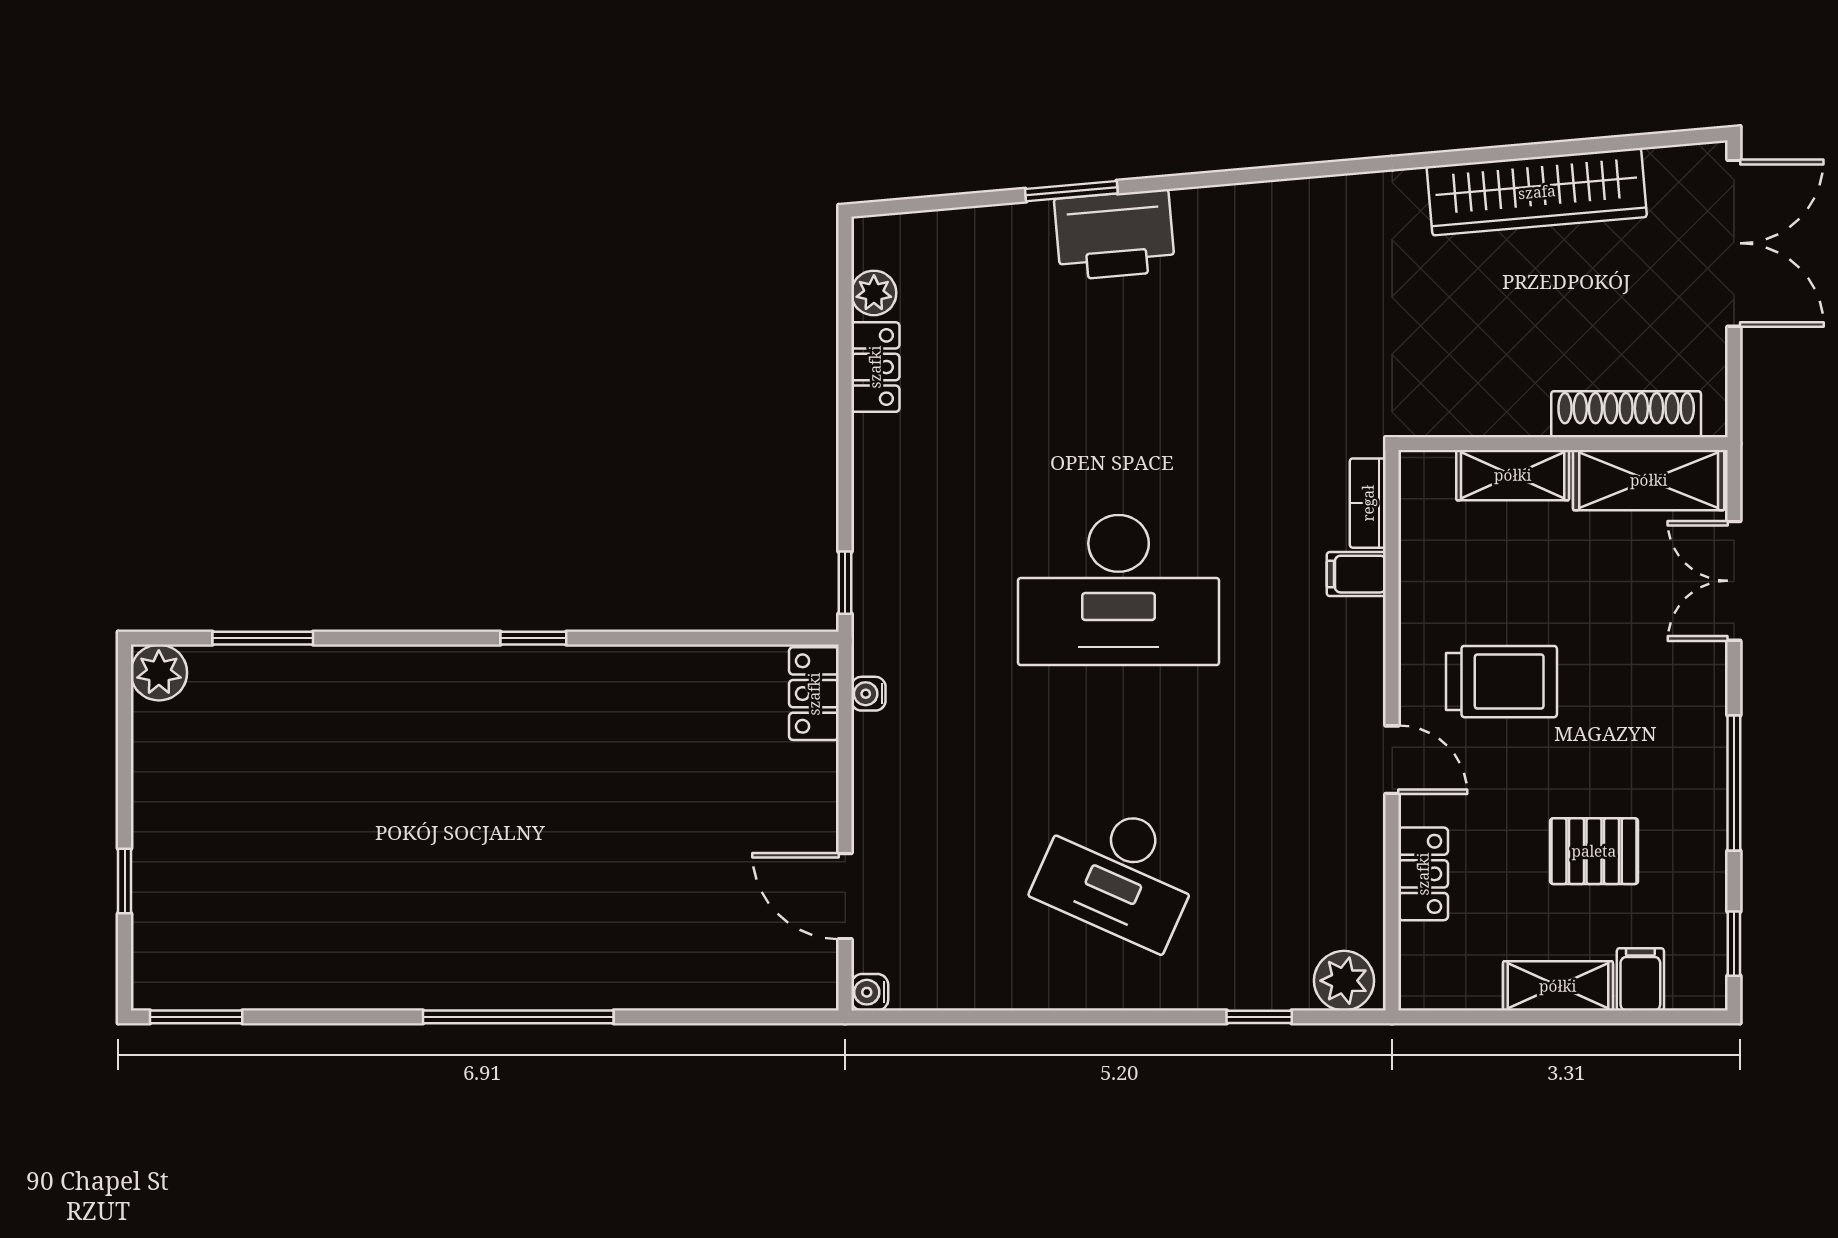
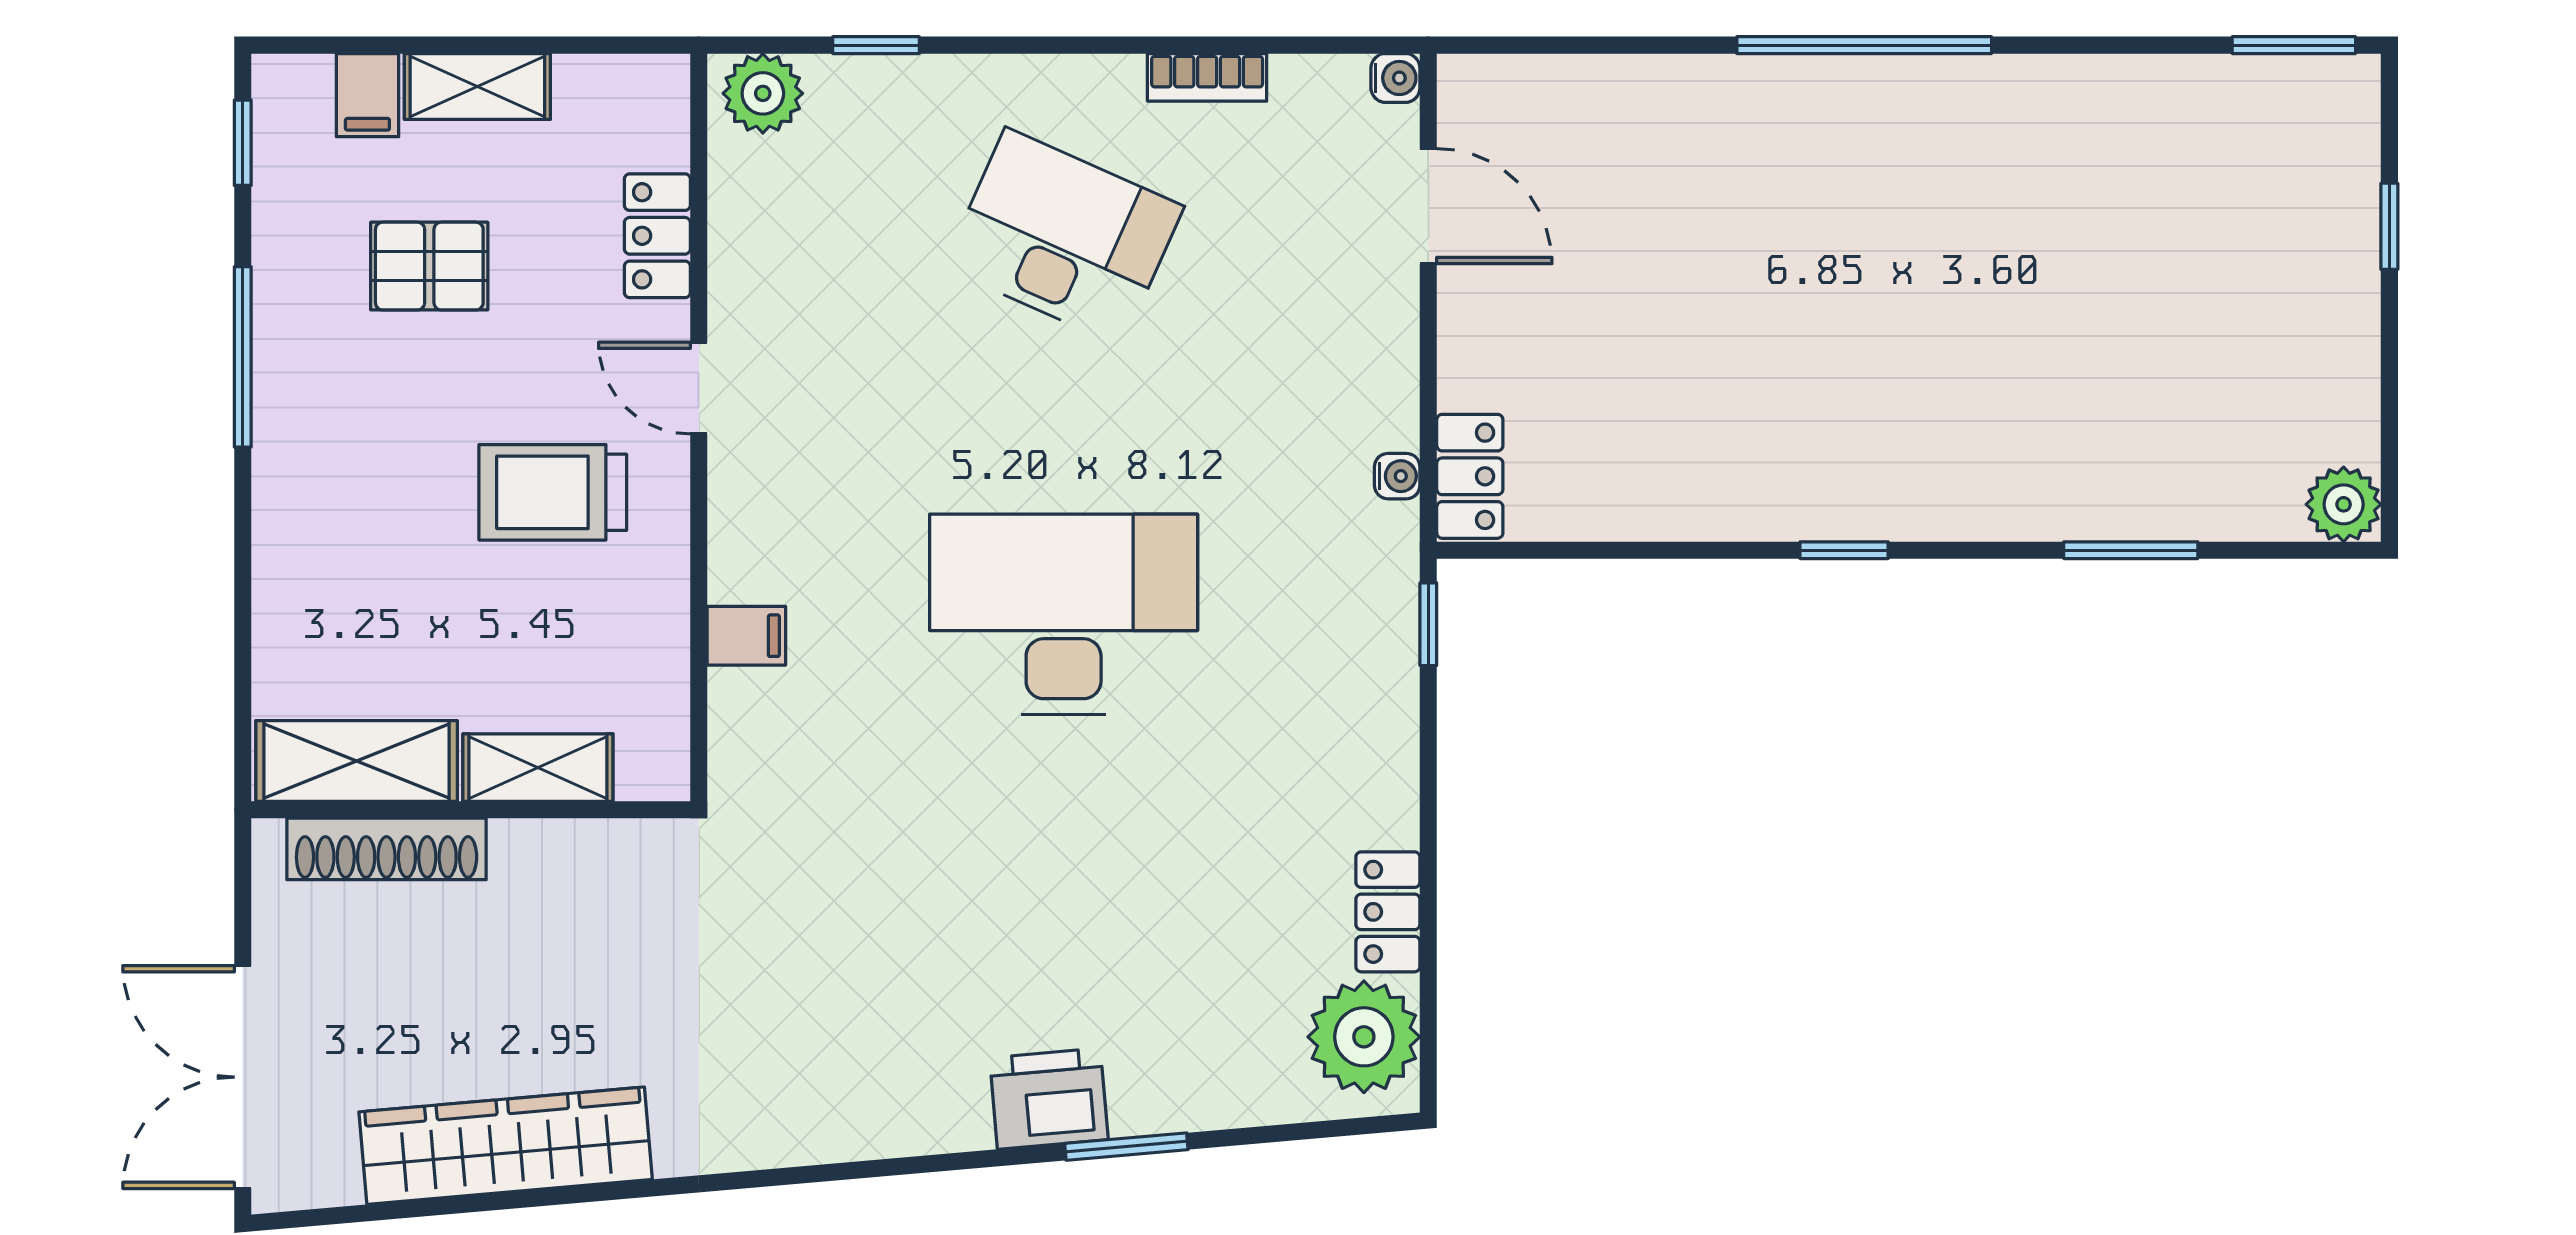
printer: (1115, 235) -> (1049, 1099), width x0.73, depth x0.84
plant: (874, 293) -> (1364, 1037), width x1.88, depth x1.88
bookcase: (1368, 503) -> (1207, 77), moved, turned 90
double door: (1734, 581) -> (243, 627), removed
window: (263, 638) -> (2131, 550), moved

